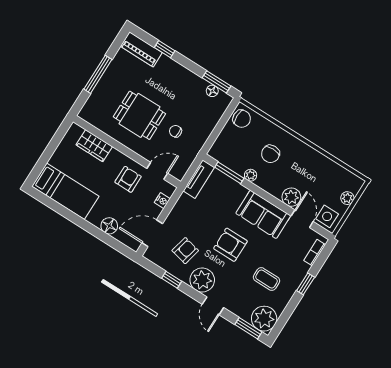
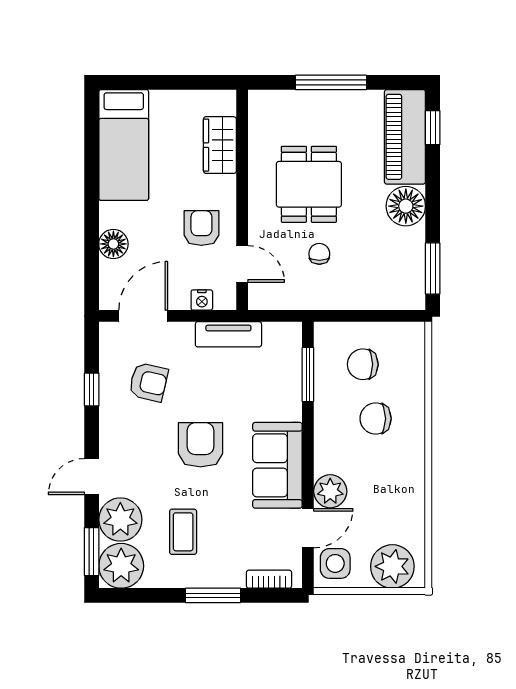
piano: (141, 49) -> (405, 137), width x1.37, depth x1.33
window: (165, 49) -> (433, 128), moved
floor lamp: (212, 91) -> (406, 206), moved, width x1.89, depth x1.89
chair: (242, 119) -> (363, 364), moved, turned 90
plant: (251, 175) -> (324, 409), removed
armchair: (128, 179) -> (201, 228), turned -90
tv unit: (199, 179) -> (228, 334), moved
plant: (347, 198) -> (392, 566), width x1.88, depth x1.88
door: (152, 233) -> (143, 316), hinge flipped
plant: (202, 280) -> (120, 520), moved
window: (306, 284) -> (213, 595), width x1.50

